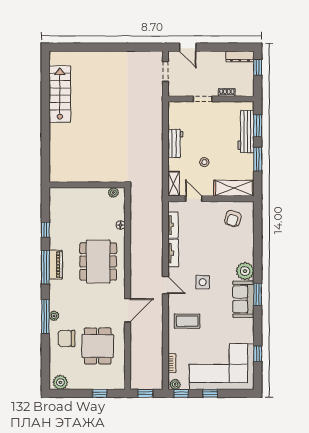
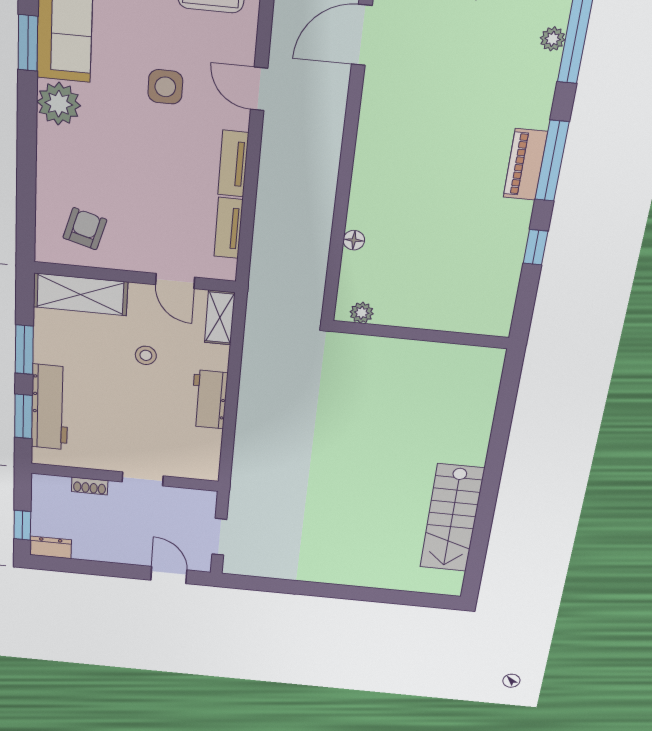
dresser: (240, 56) -> (51, 547), width x0.70
dining table: (98, 262) -> (420, 162), removed

